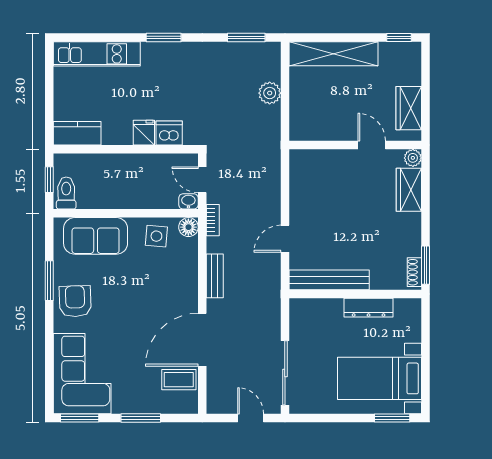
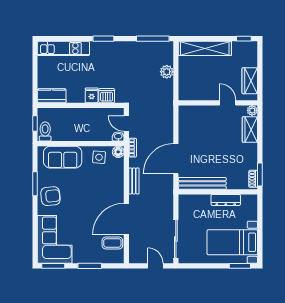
window: (246, 38) -> (153, 39), width x1.44
door: (285, 239) -> (176, 159), width x1.88
armchair: (75, 301) -> (50, 196), turned 86

